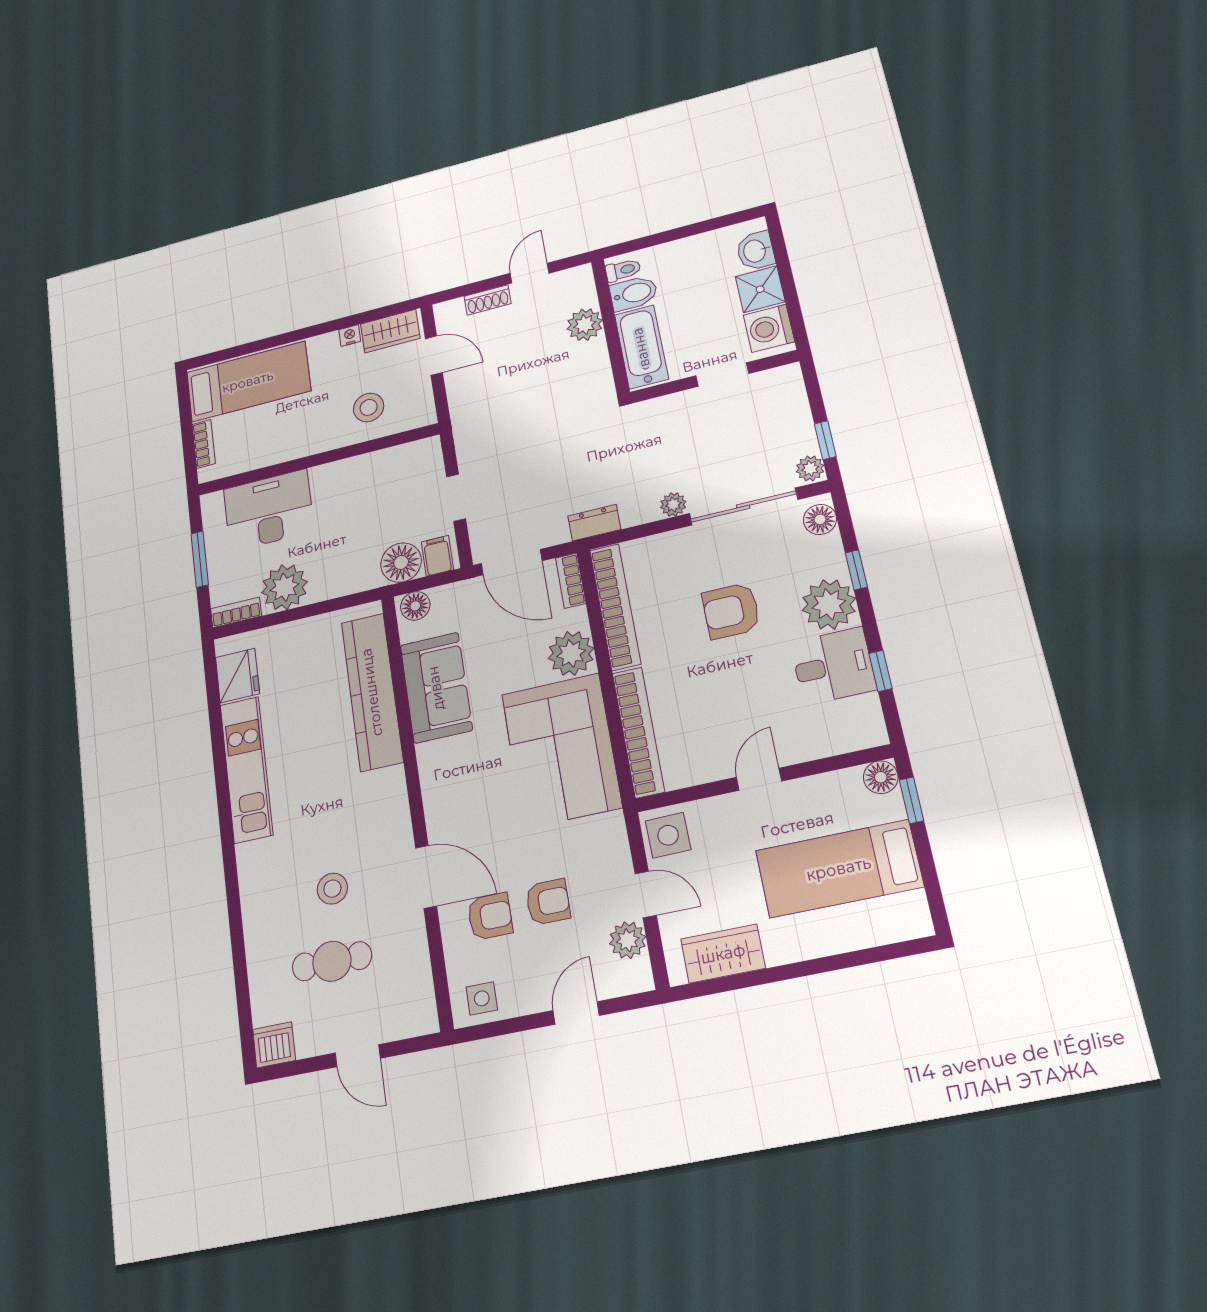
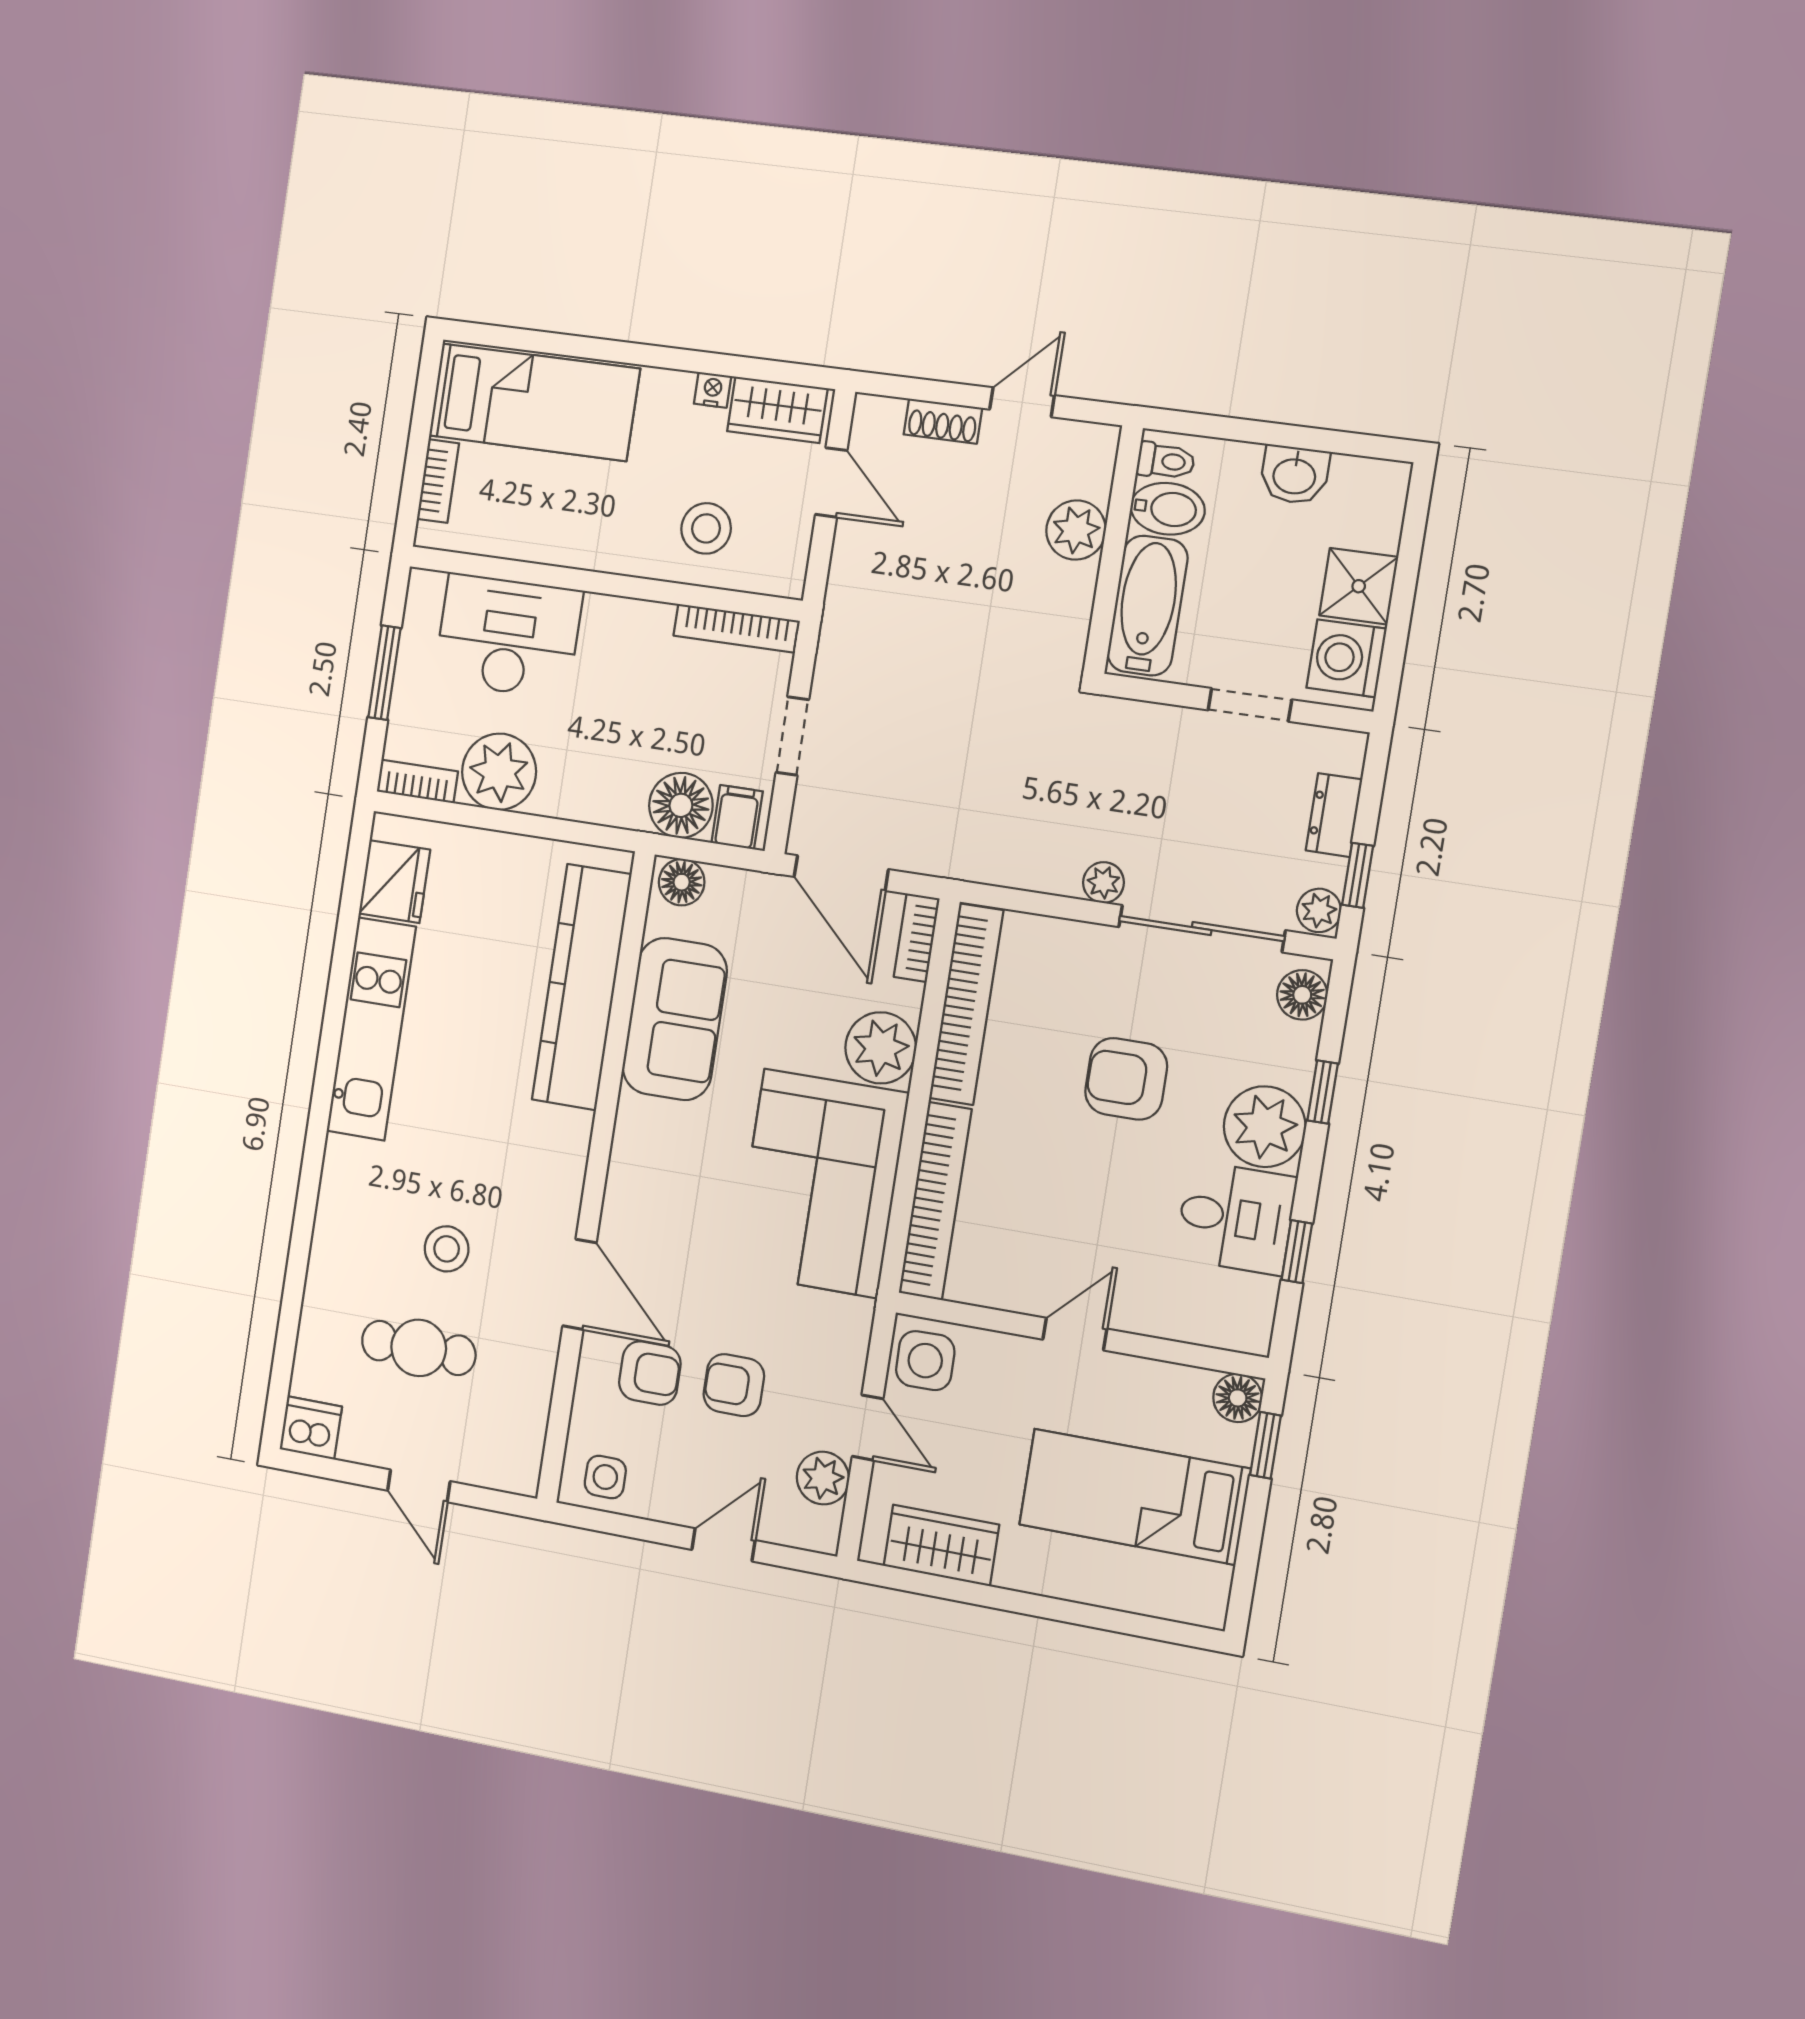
washbasin: (755, 251) -> (1295, 475), moved, turned -90
bookcase: (403, 453) -> (736, 628), added
dresser: (594, 523) -> (1334, 815), moved, turned -90
armchair: (548, 902) -> (734, 1385), turned 180

